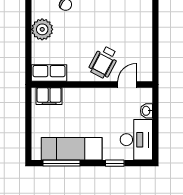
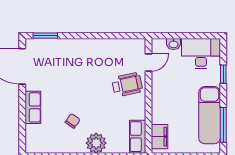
wheelchair: (104, 62) -> (127, 85), turned -40
door: (127, 85) -> (149, 63), swing flipped

